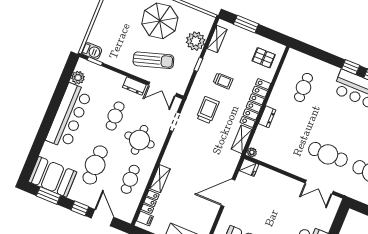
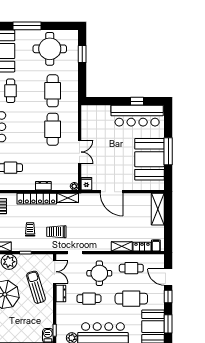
double door: (319, 187) -> (80, 152), moved
door: (102, 218) -> (168, 277), hinge flipped

